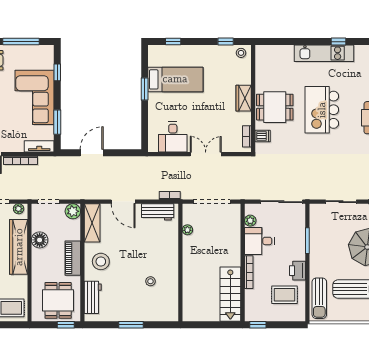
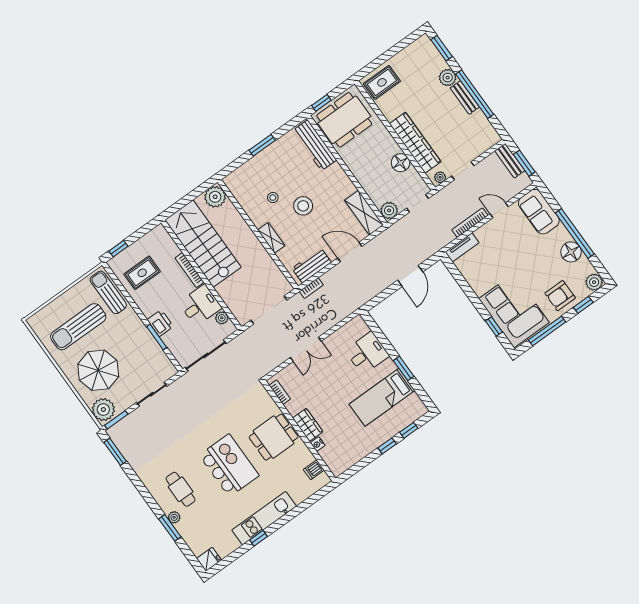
window: (226, 42) -> (387, 446), moved
stool: (241, 53) -> (340, 464), removed
nightstand: (246, 79) -> (318, 444), added
corner sofa: (35, 97) -> (514, 311), moved
window: (57, 122) -> (461, 281), removed
dishwasher: (263, 136) -> (314, 470), moved
desk: (173, 137) -> (367, 353), moved, turned 90
plant: (187, 230) -> (215, 197), moved, width x1.88, depth x1.88
shelving: (173, 253) -> (271, 238), added
piano: (73, 258) -> (359, 168), removed
stool: (101, 261) -> (303, 206), moved
printer: (298, 271) -> (160, 323), moved
stairs: (230, 294) -> (203, 244), width x1.36, depth x1.51
workbench: (93, 297) -> (315, 145), width x1.38
dining table: (58, 300) -> (344, 120), width x1.38
window: (258, 325) -> (118, 249), moved

